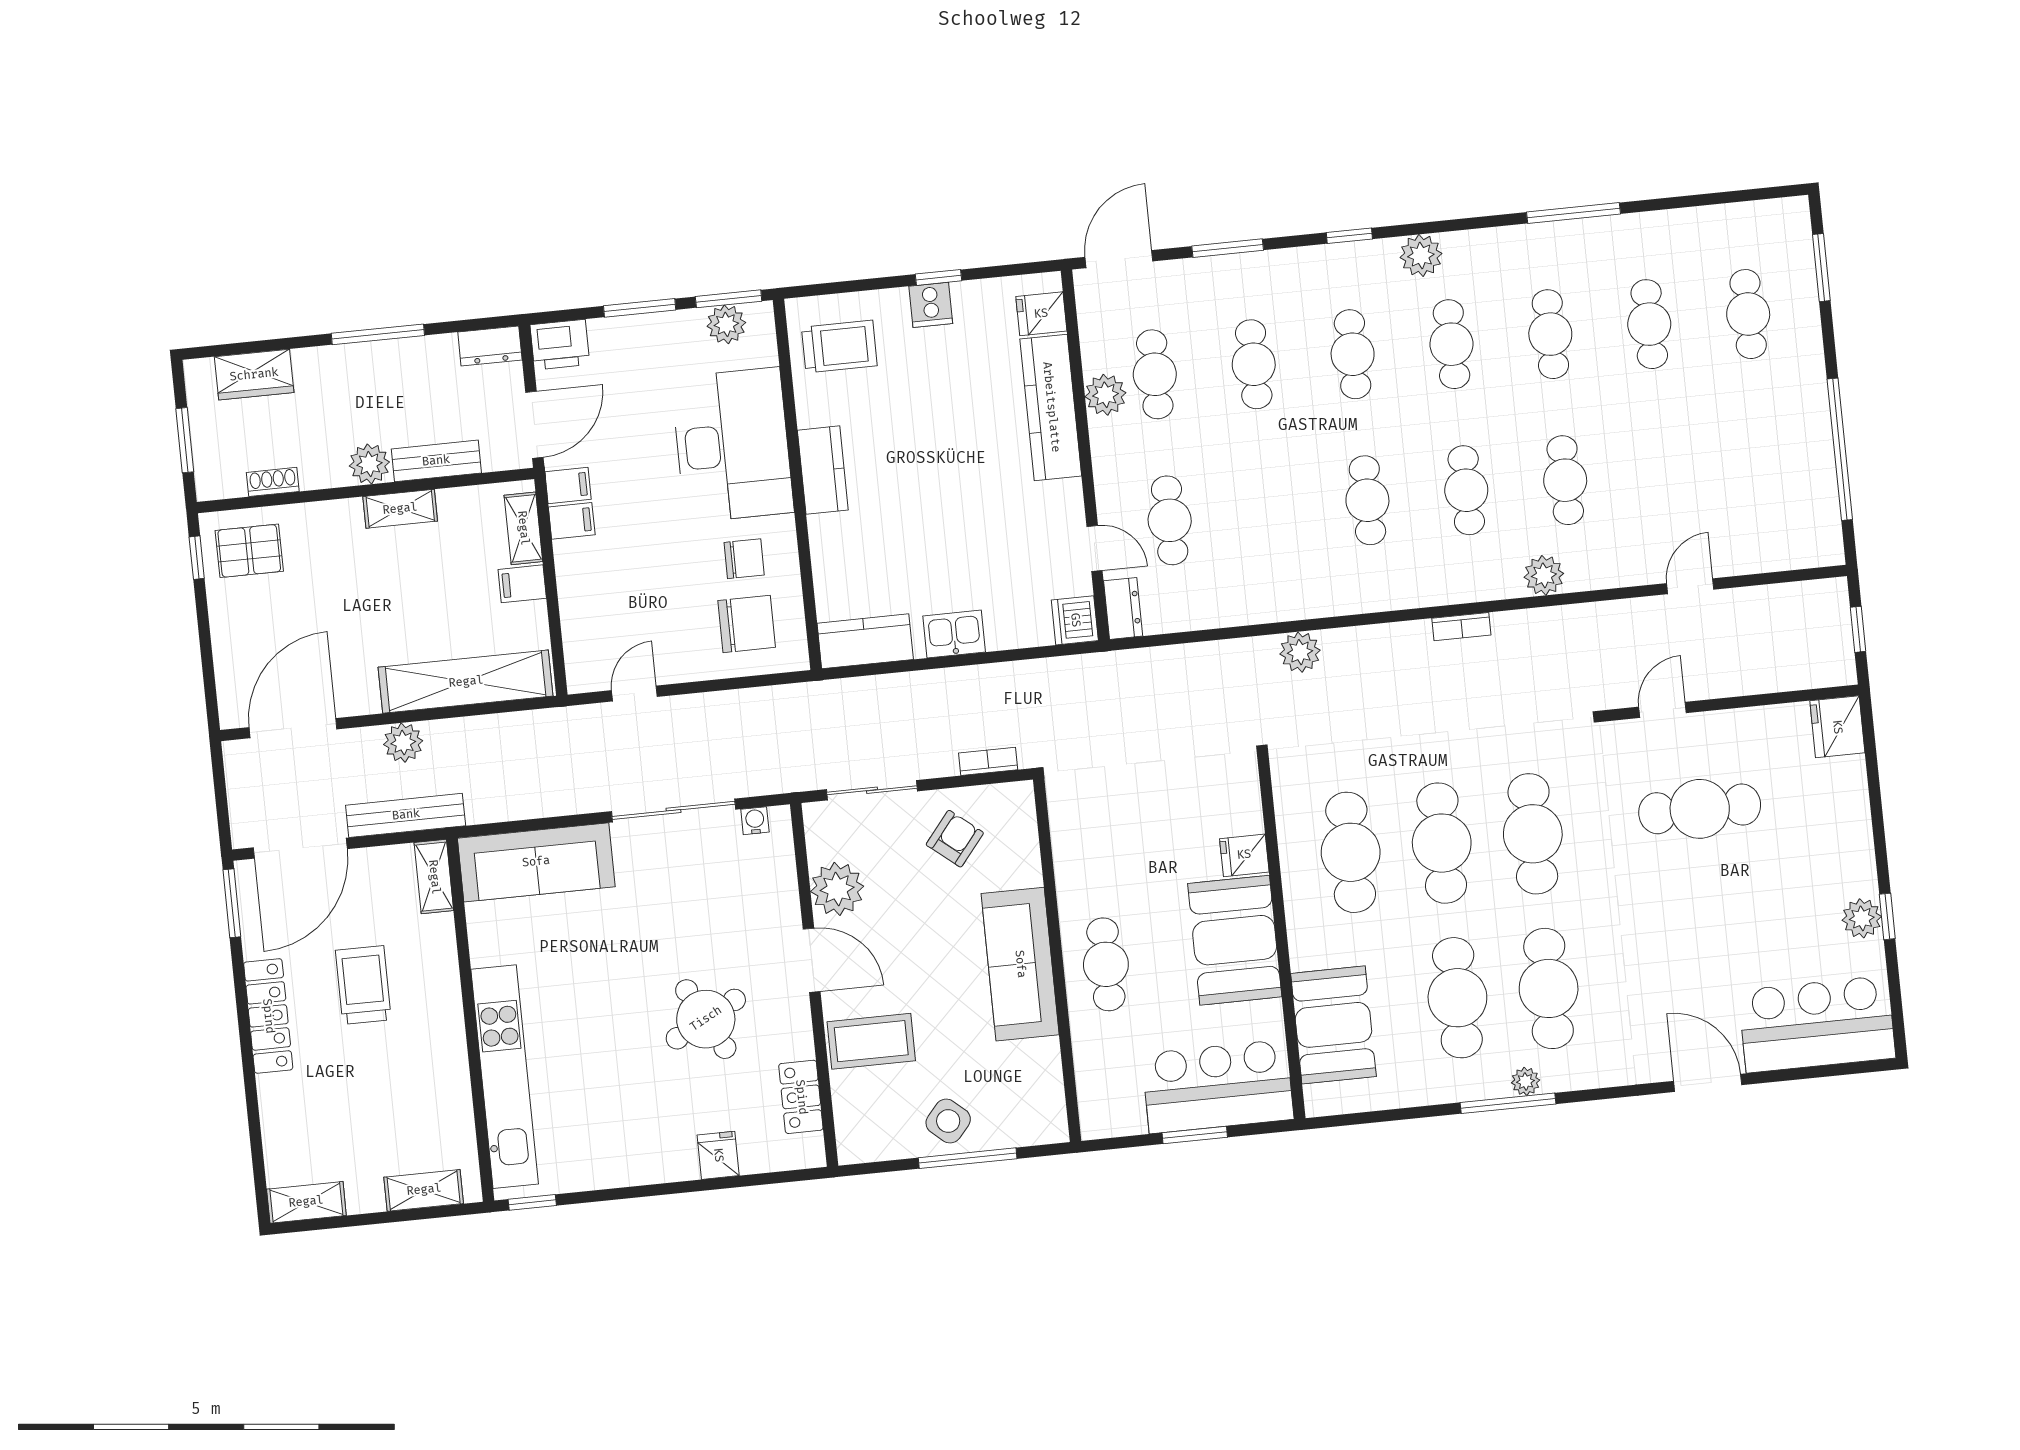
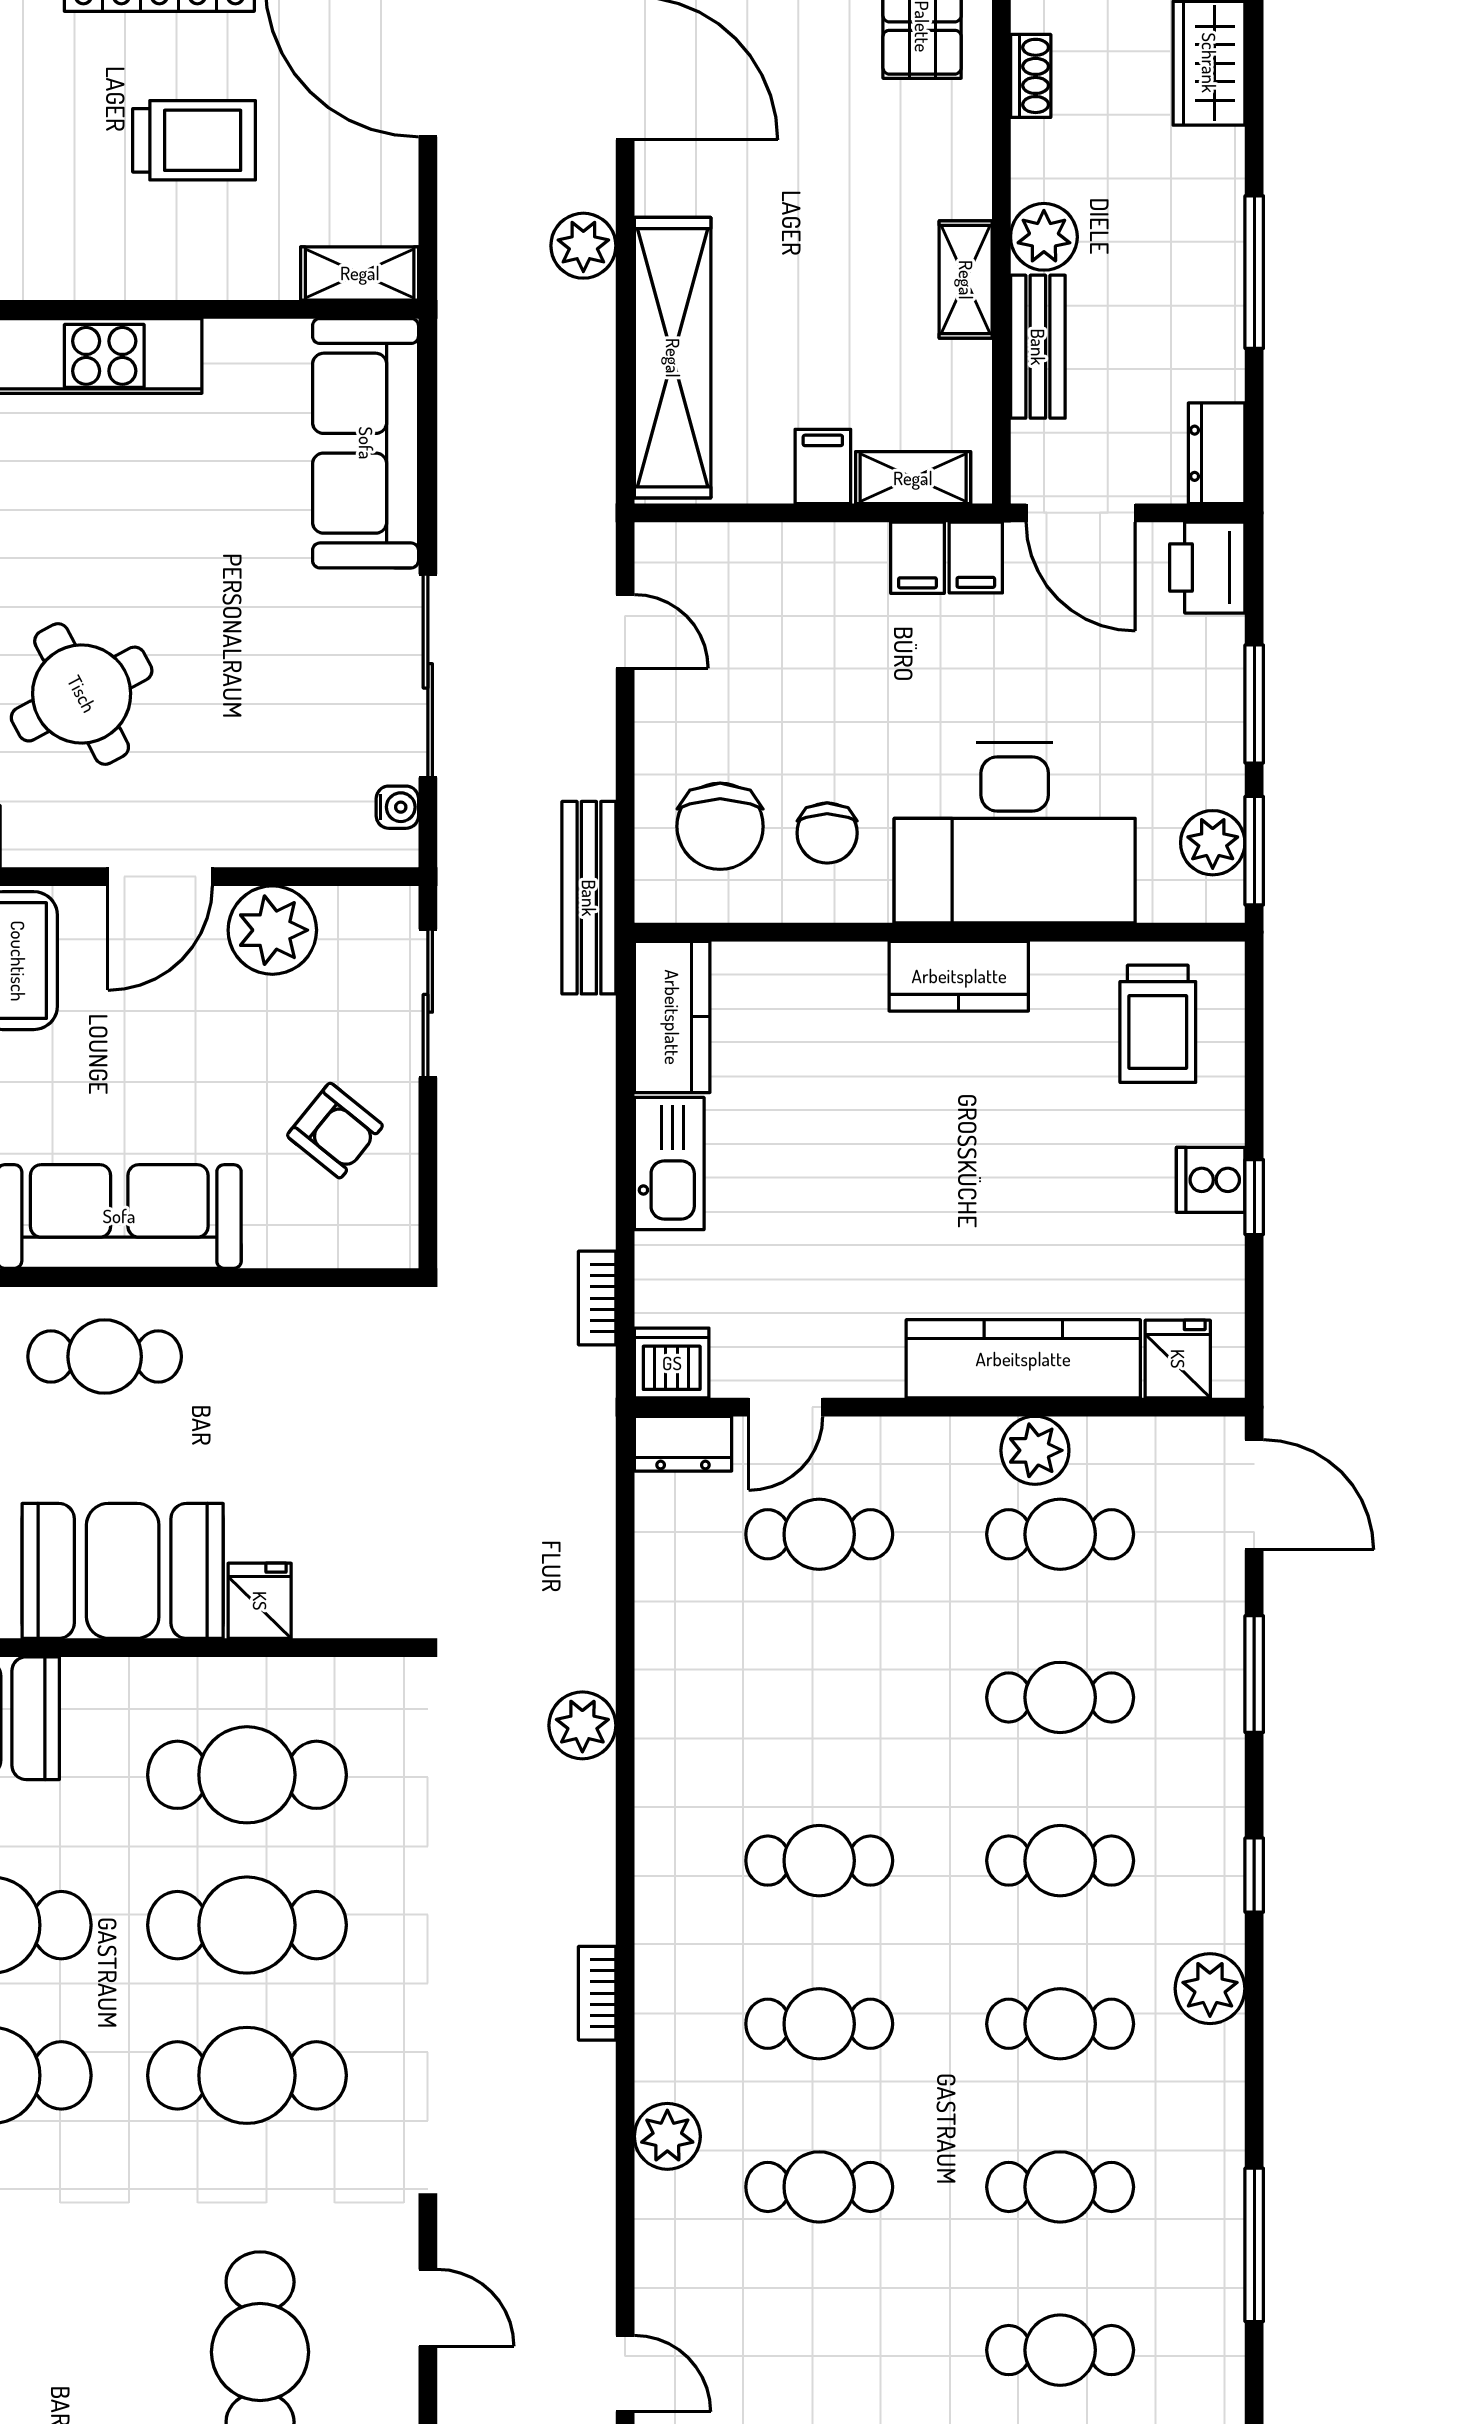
kitchen sink: (954, 634) -> (669, 1164), width x1.38
bookcase: (988, 761) -> (597, 1298), moved, turned 180
bench: (406, 815) -> (589, 898), moved

